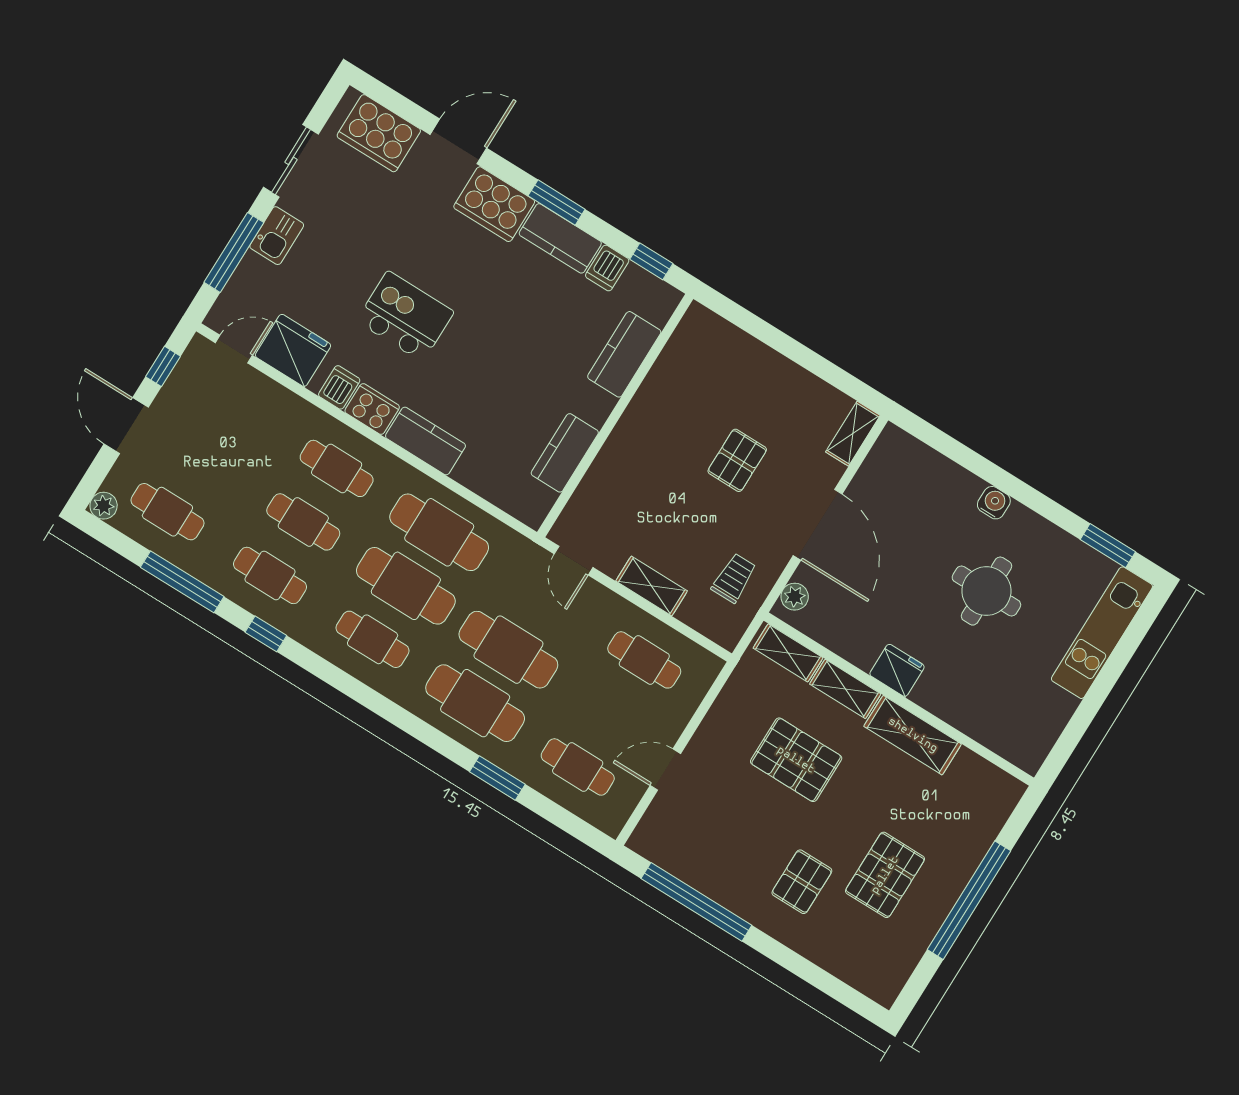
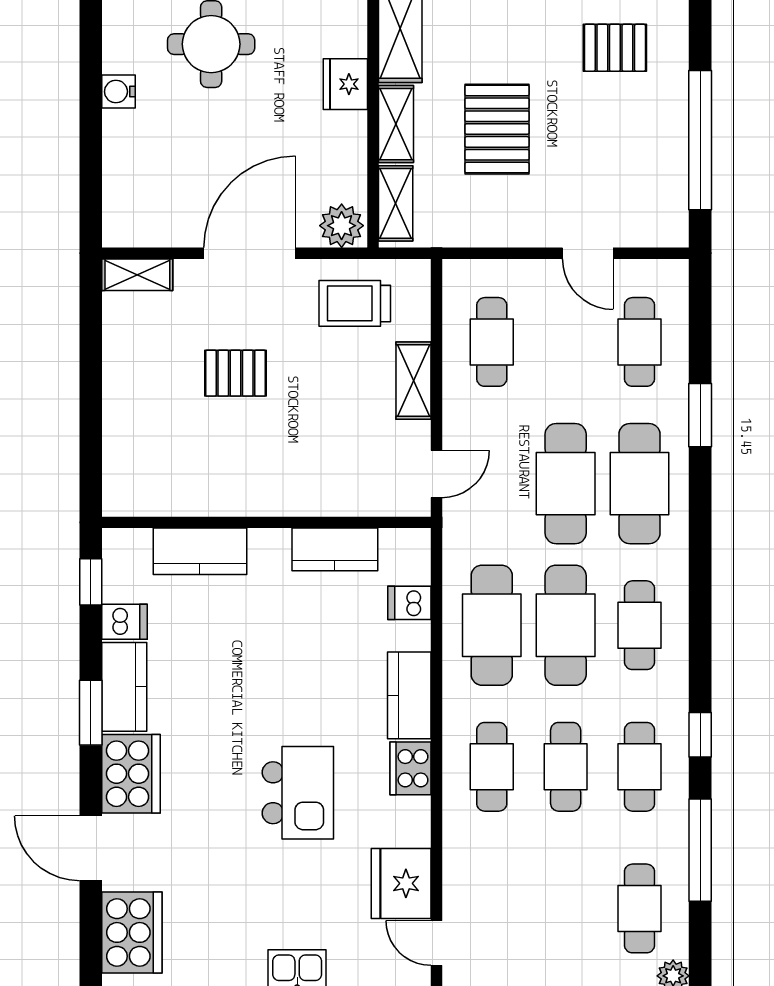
kitchen island: (405, 316) -> (298, 793), turned 180
dishwasher: (339, 387) -> (409, 603), moved
trolley: (734, 578) -> (355, 303), width x1.36, depth x1.39
plant: (795, 597) -> (342, 226), width x1.38, depth x1.38

